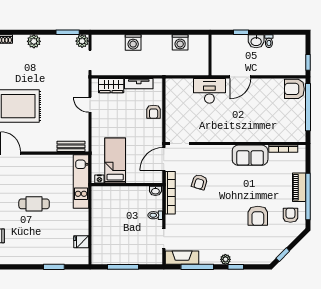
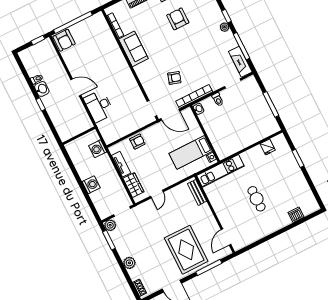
washing machine: (180, 42) -> (98, 149), moved, turned 180
wall: (210, 55) -> (79, 136), moved
armchair: (258, 216) -> (178, 19), turned -90

